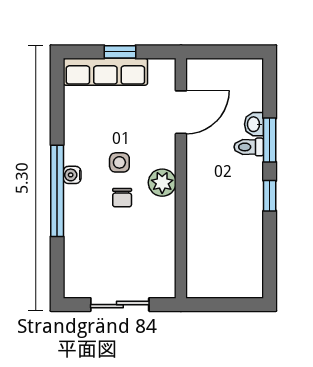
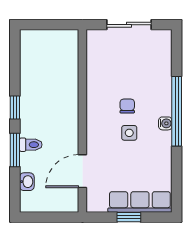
washbasin: (254, 124) -> (27, 182), moved
plant: (162, 183) -> (97, 118), removed

